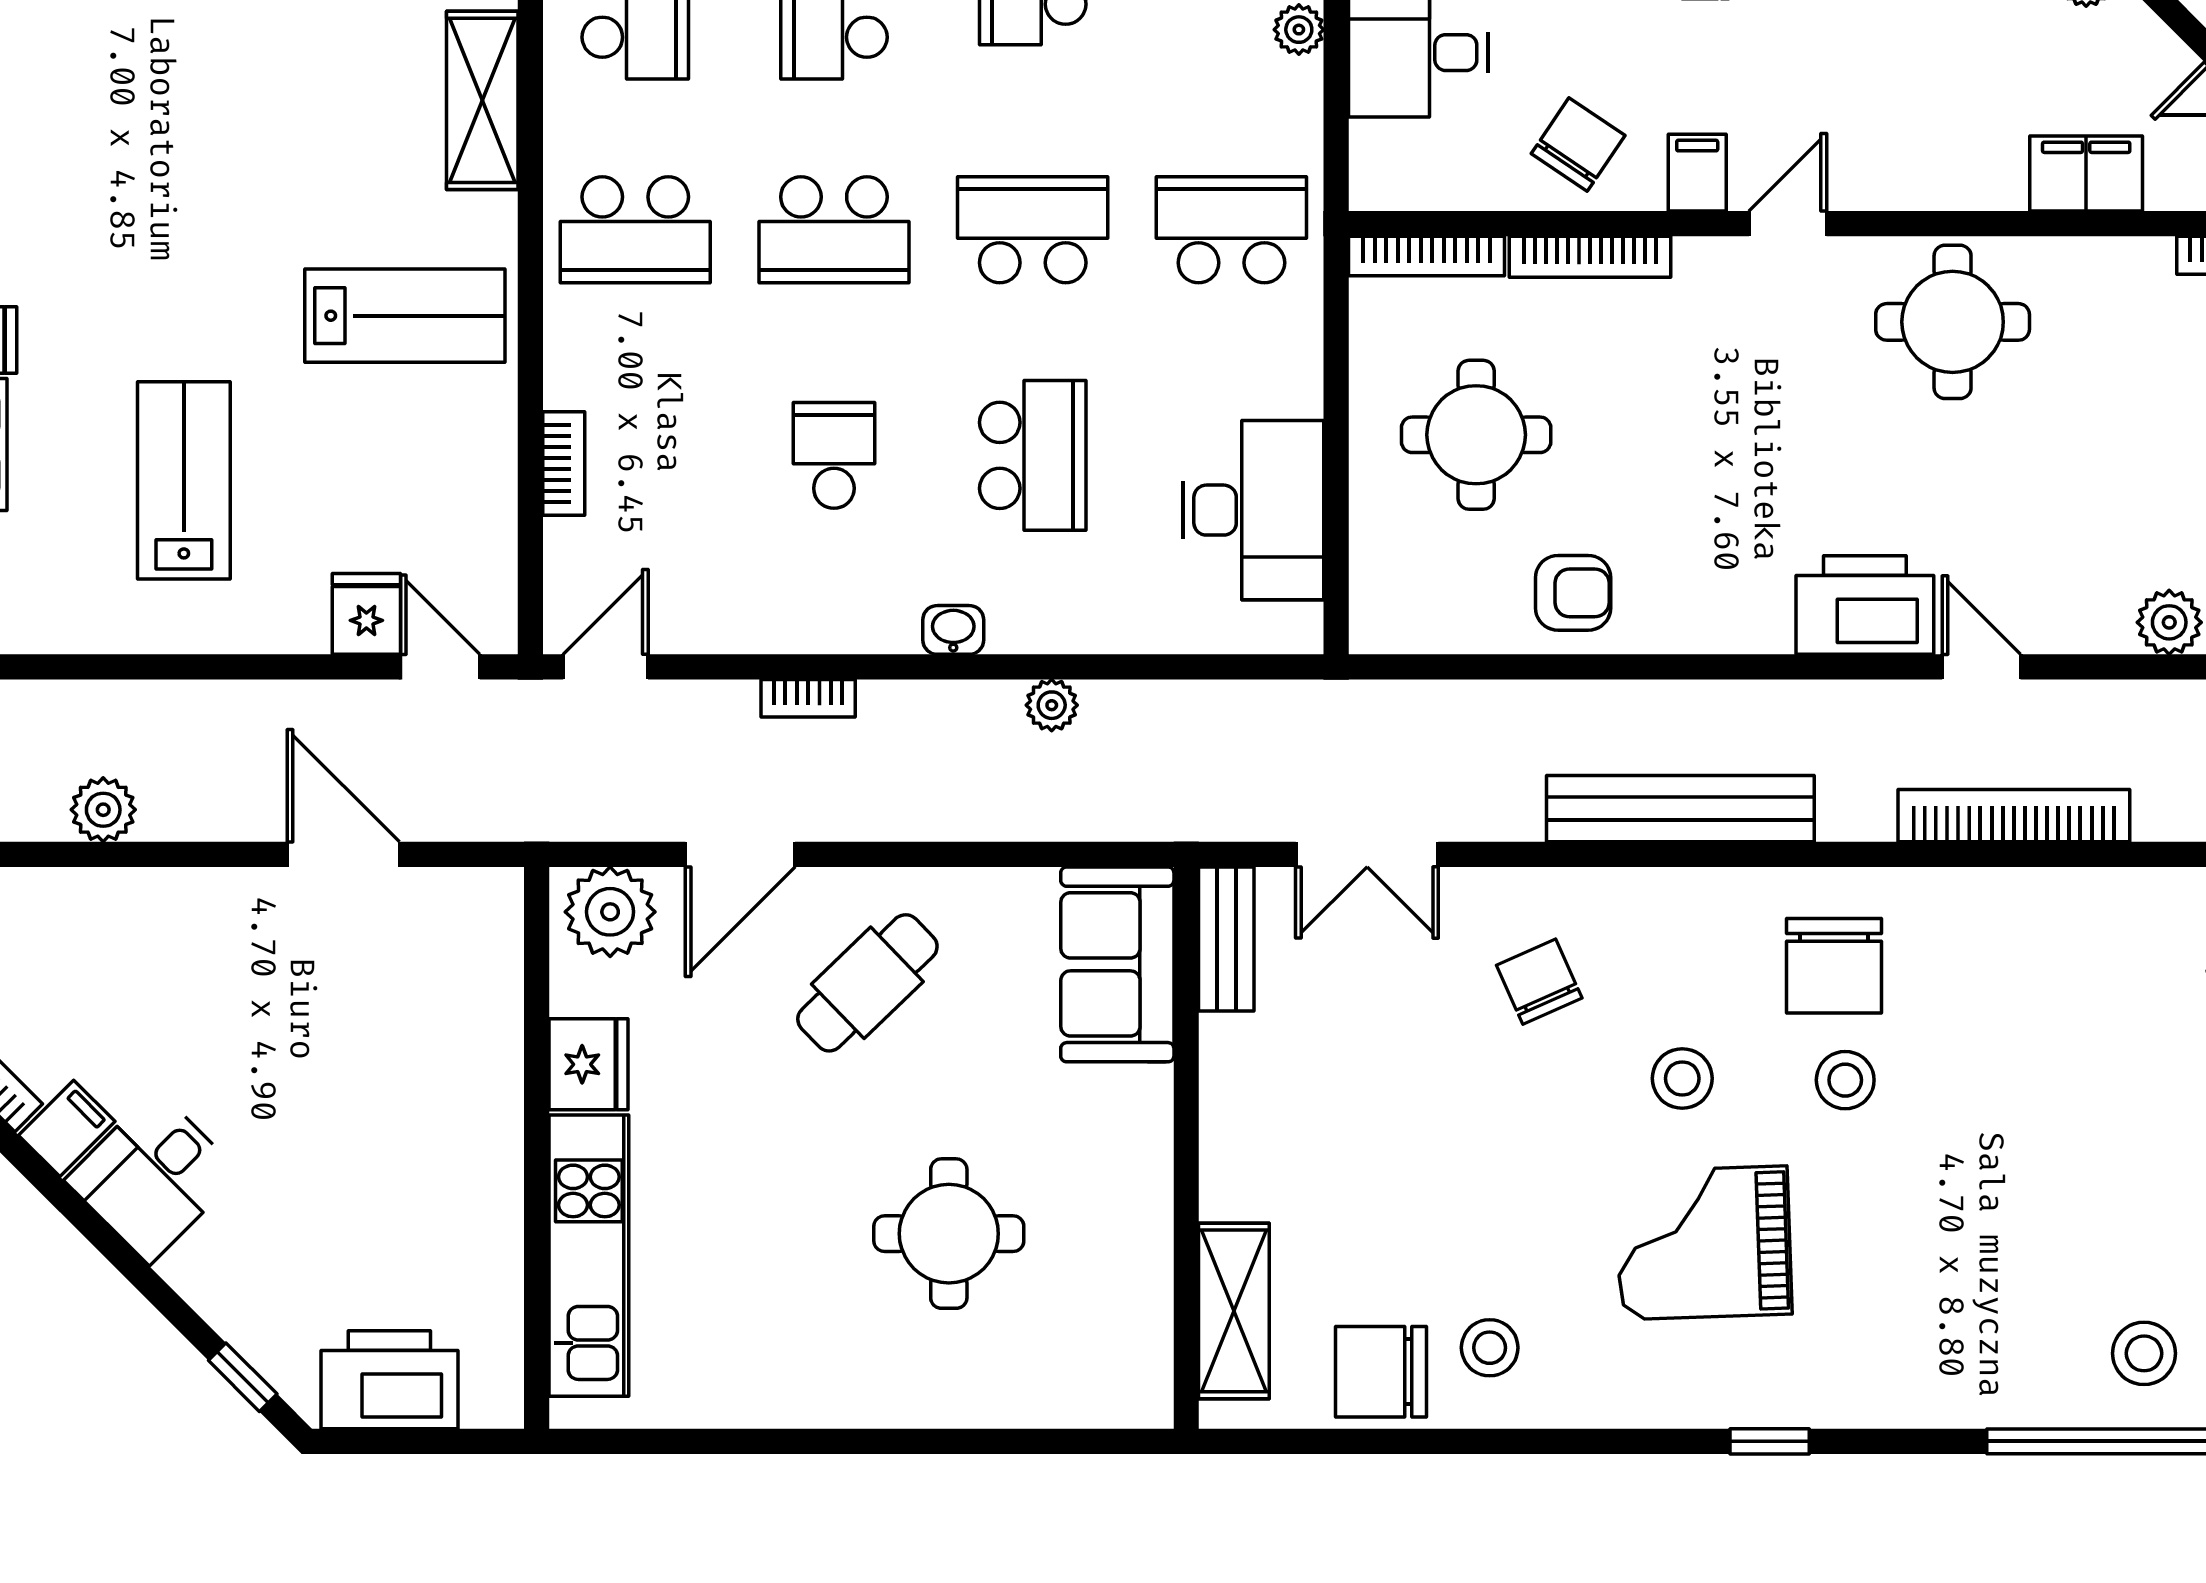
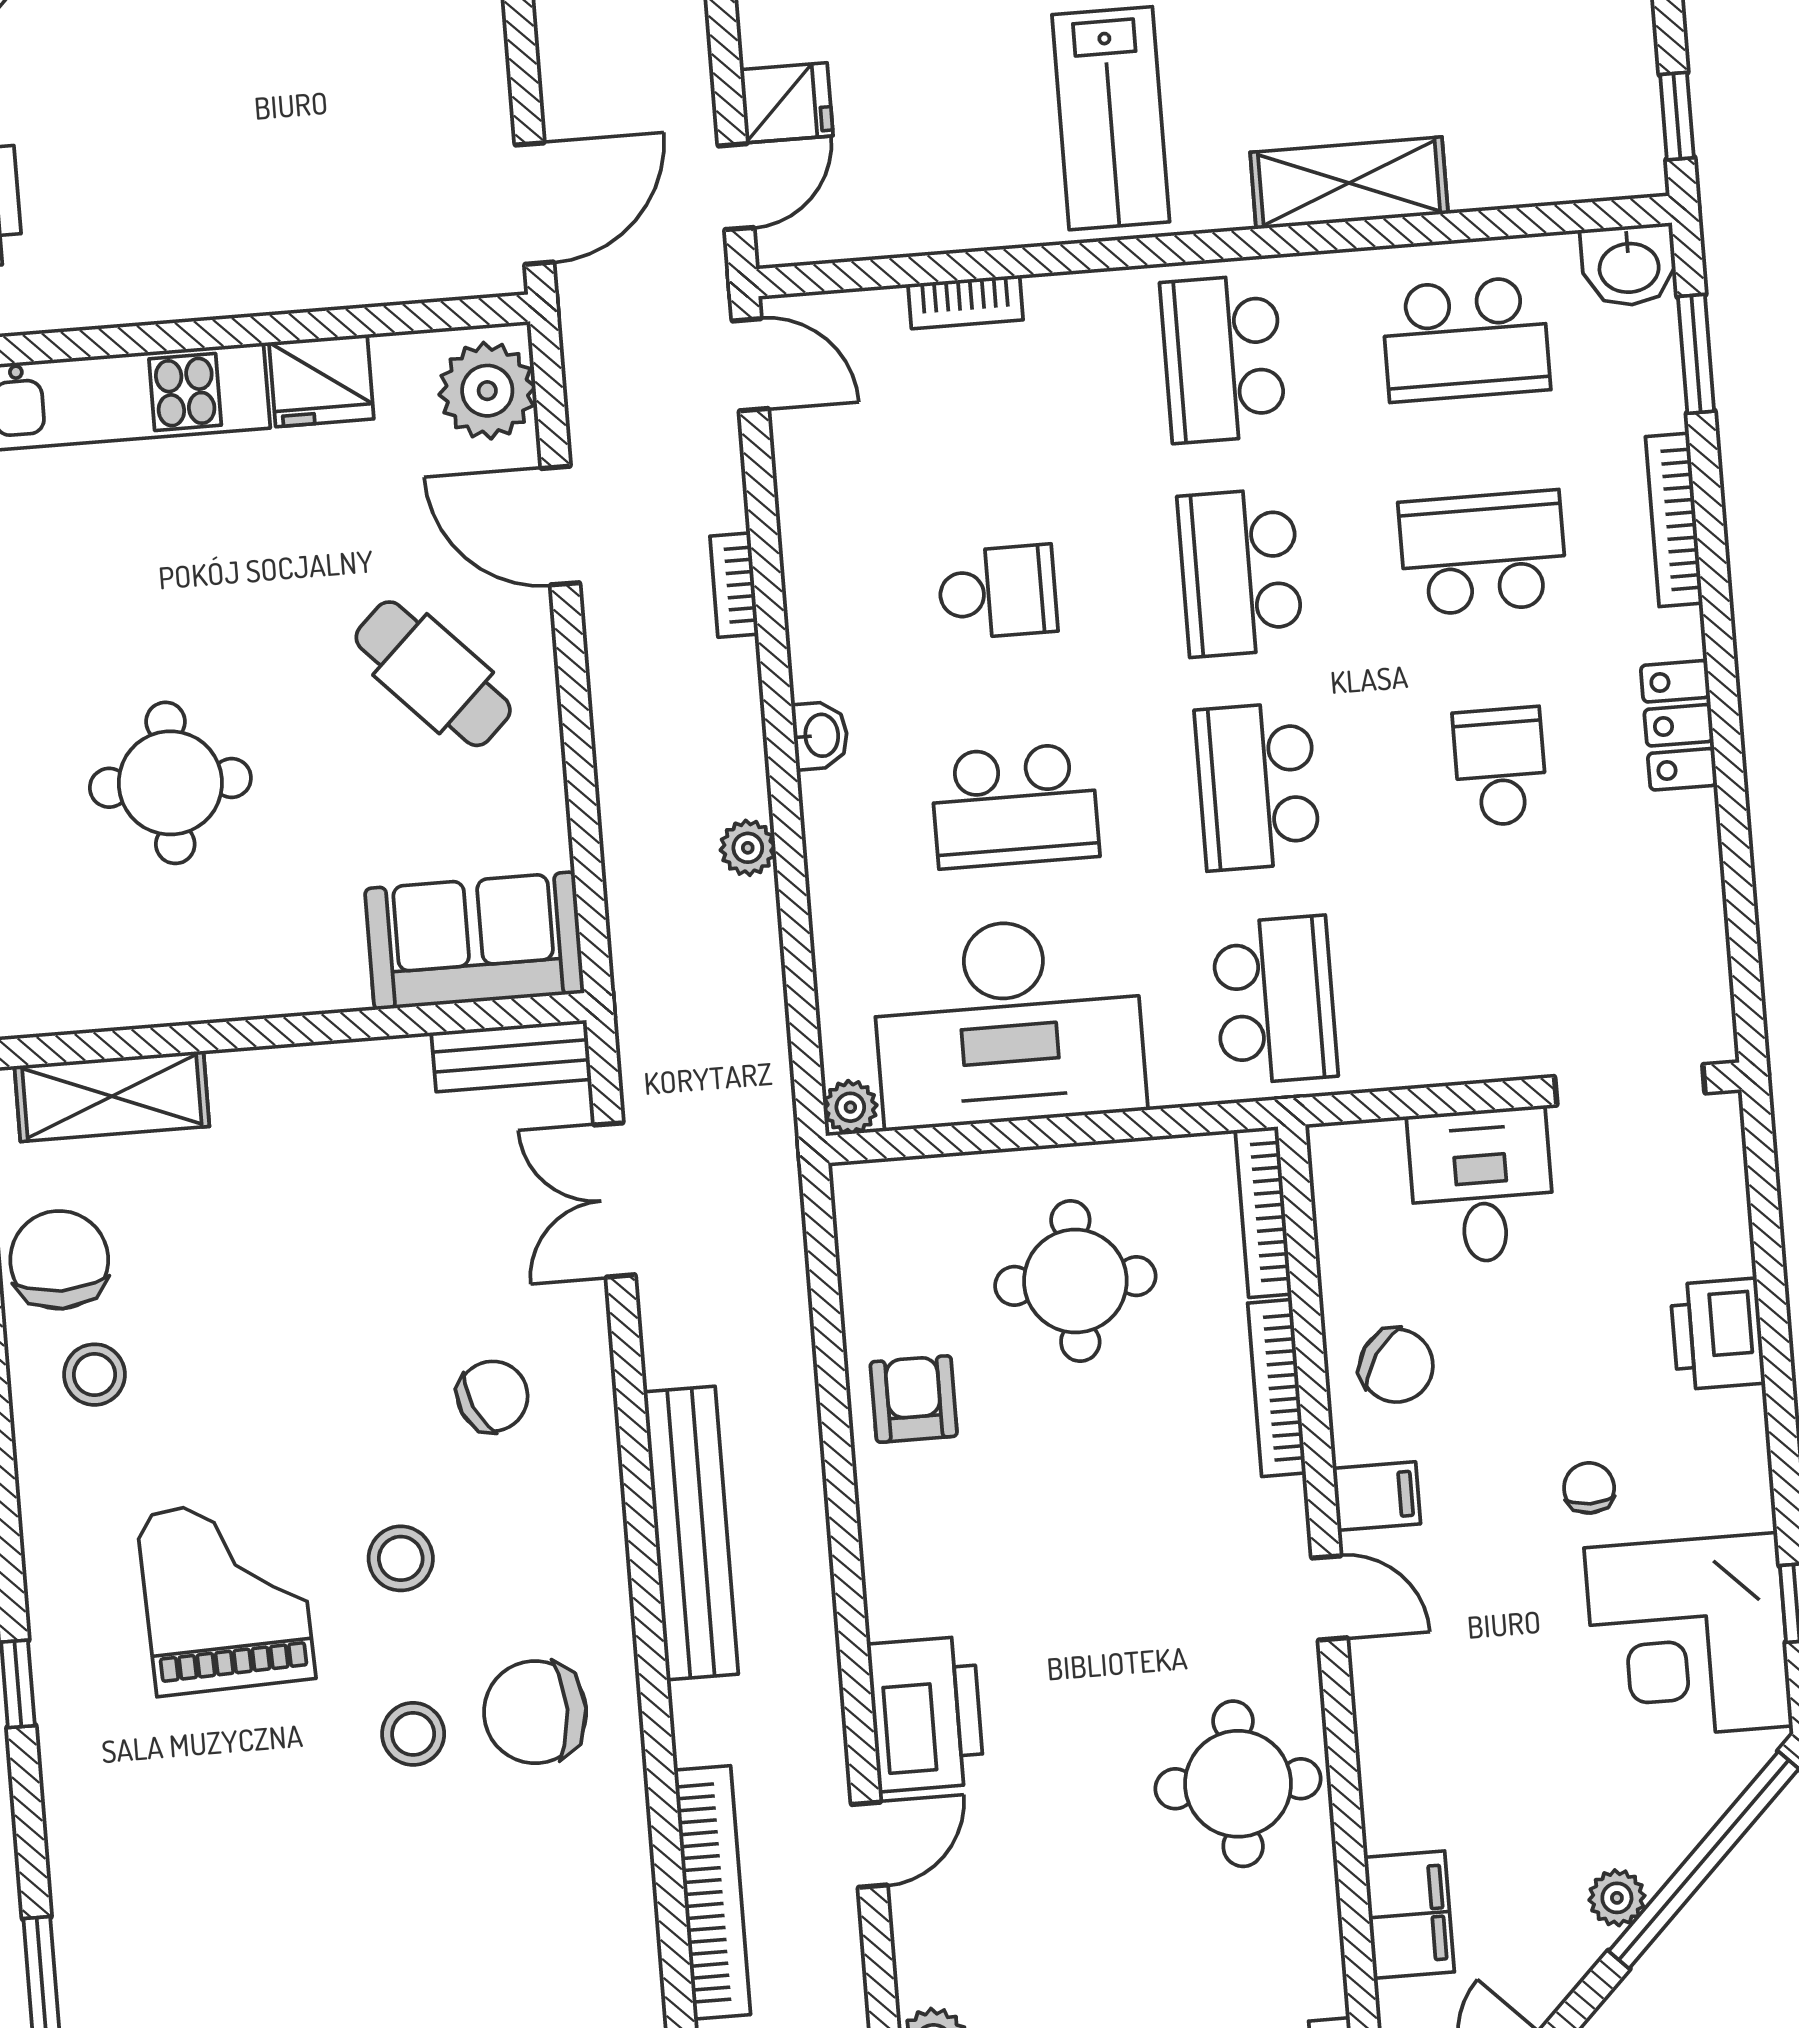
plant: (1299, 30) -> (850, 1107), moved
school desk: (1033, 230) -> (1257, 786), turned 180
desk: (1253, 510) -> (1008, 1022), width x1.36, depth x1.30
armchair: (1573, 593) -> (914, 1399), turned 180
door: (343, 854) -> (534, 204), moved

